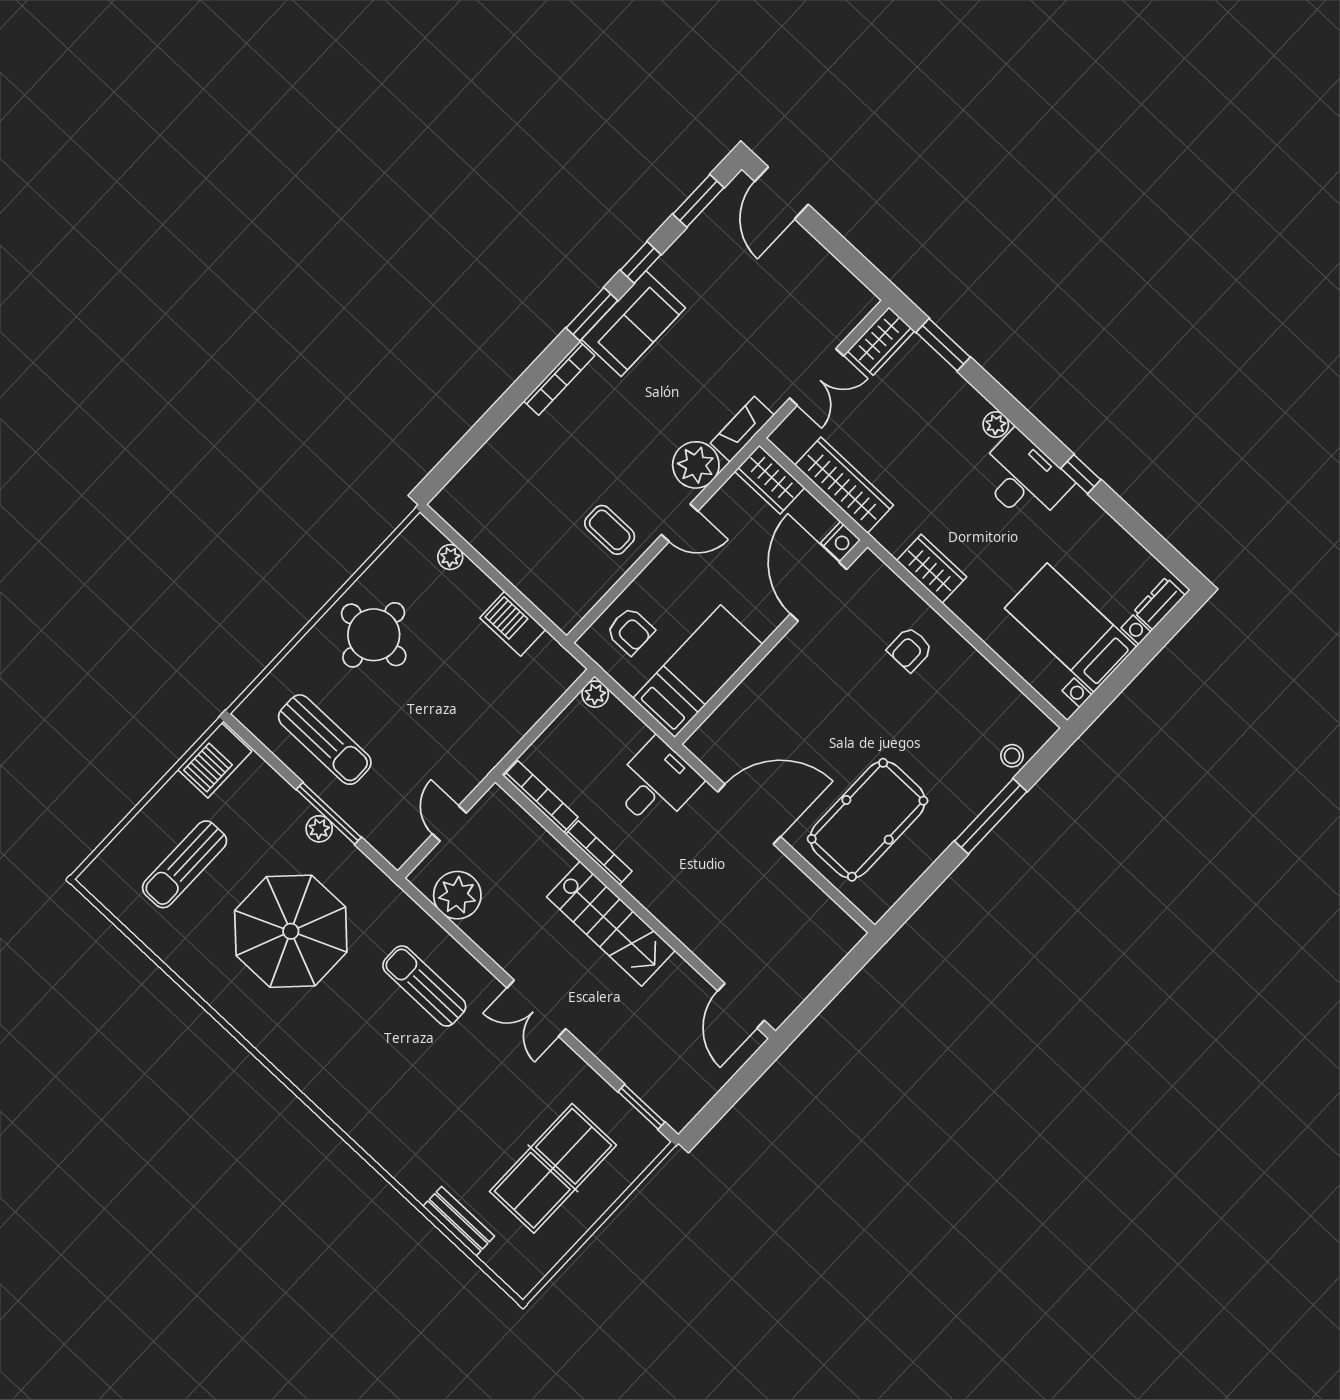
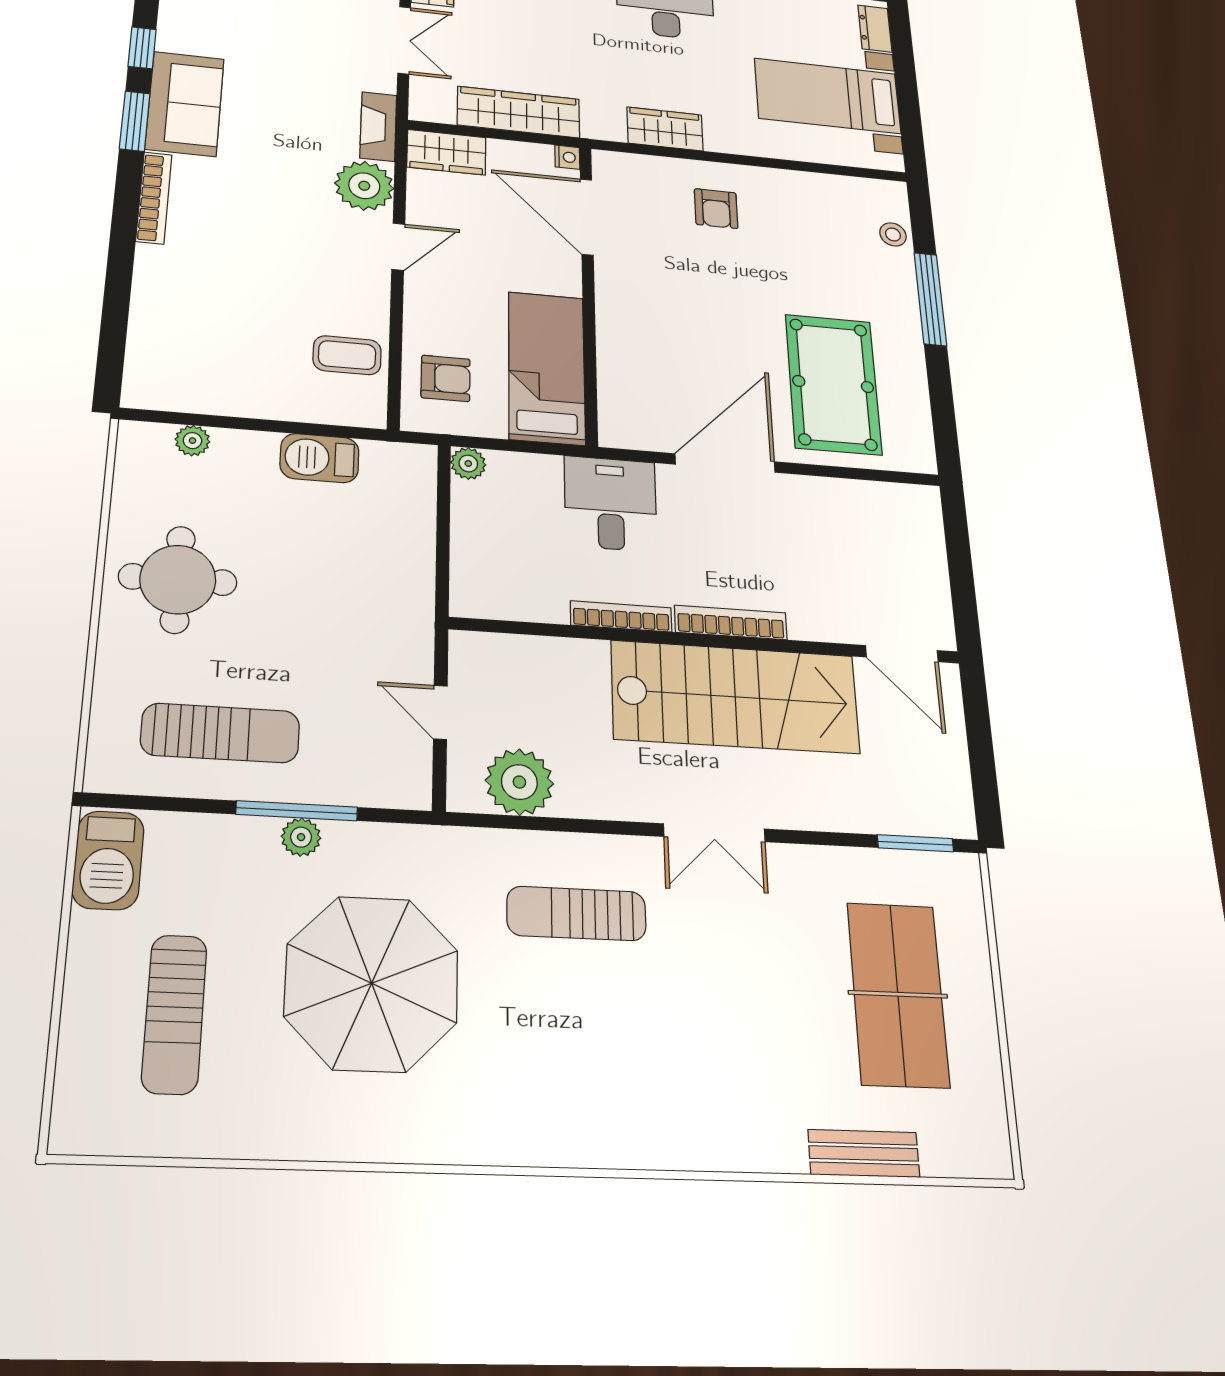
coffee table: (610, 530) -> (347, 355), moved
nightstand: (840, 541) -> (567, 157), width x0.72, depth x0.74
bookcase: (541, 797) -> (731, 622), moved
stairs: (611, 924) -> (735, 697), width x1.36, depth x1.51

